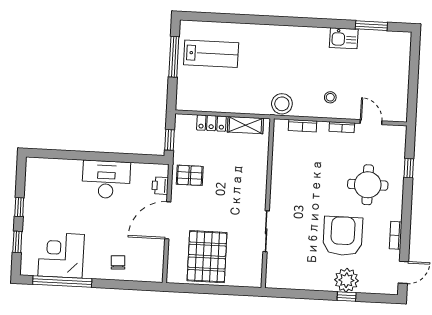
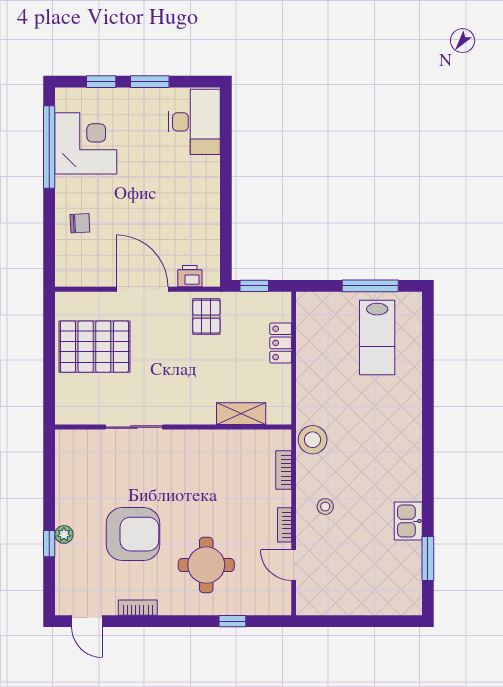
door: (371, 122) -> (294, 565), swing flipped
shelving: (245, 125) -> (241, 414), moved, turned 90
desk: (106, 180) -> (194, 122), moved
window: (19, 207) -> (150, 82), width x1.50
plant: (346, 280) -> (64, 534), width x0.53, depth x0.53

